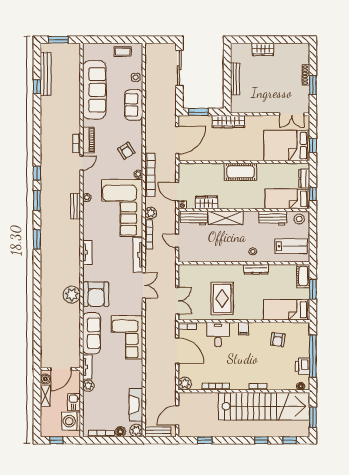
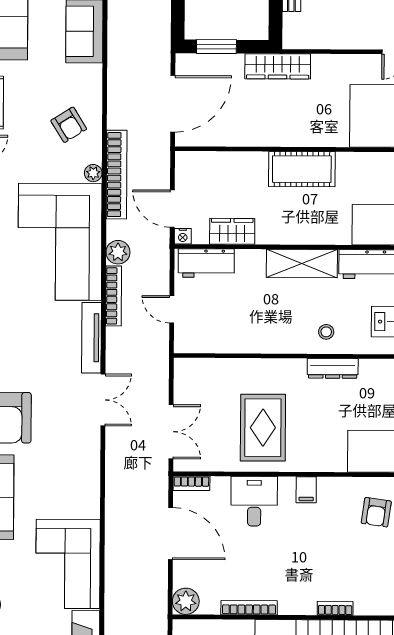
shelving: (226, 218) -> (302, 263), moved
corner sofa: (127, 337) -> (68, 564), moved

